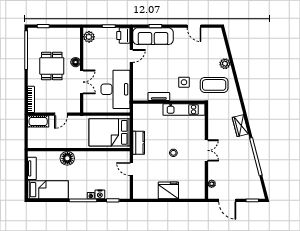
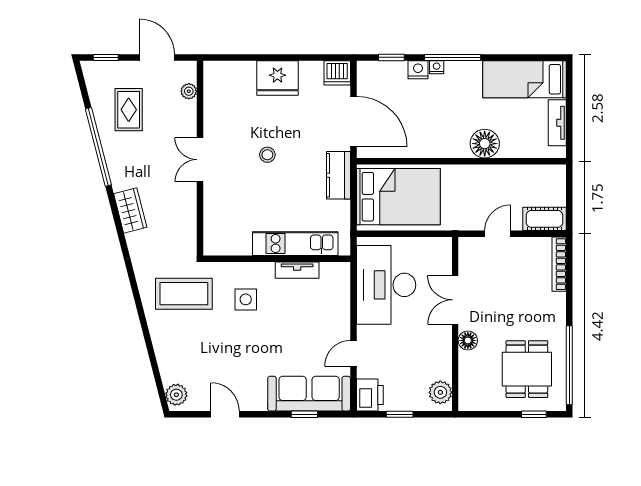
plant: (225, 64) -> (176, 395), moved
dining table: (52, 66) -> (527, 369), moved
kitchen unit: (184, 109) -> (295, 244), moved
door: (131, 169) -> (353, 121), width x1.87
rug: (241, 175) -> (129, 110), added
dishwasher: (139, 193) -> (337, 73), added

